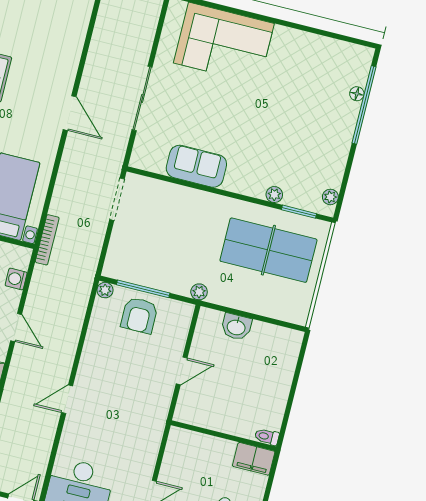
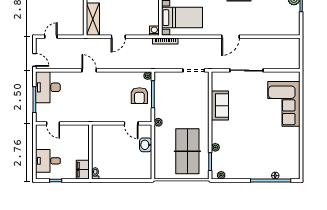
washing machine: (16, 279) -> (154, 31), moved
armchair: (139, 315) -> (139, 96), turned -90
door: (182, 371) -> (131, 123), moved

